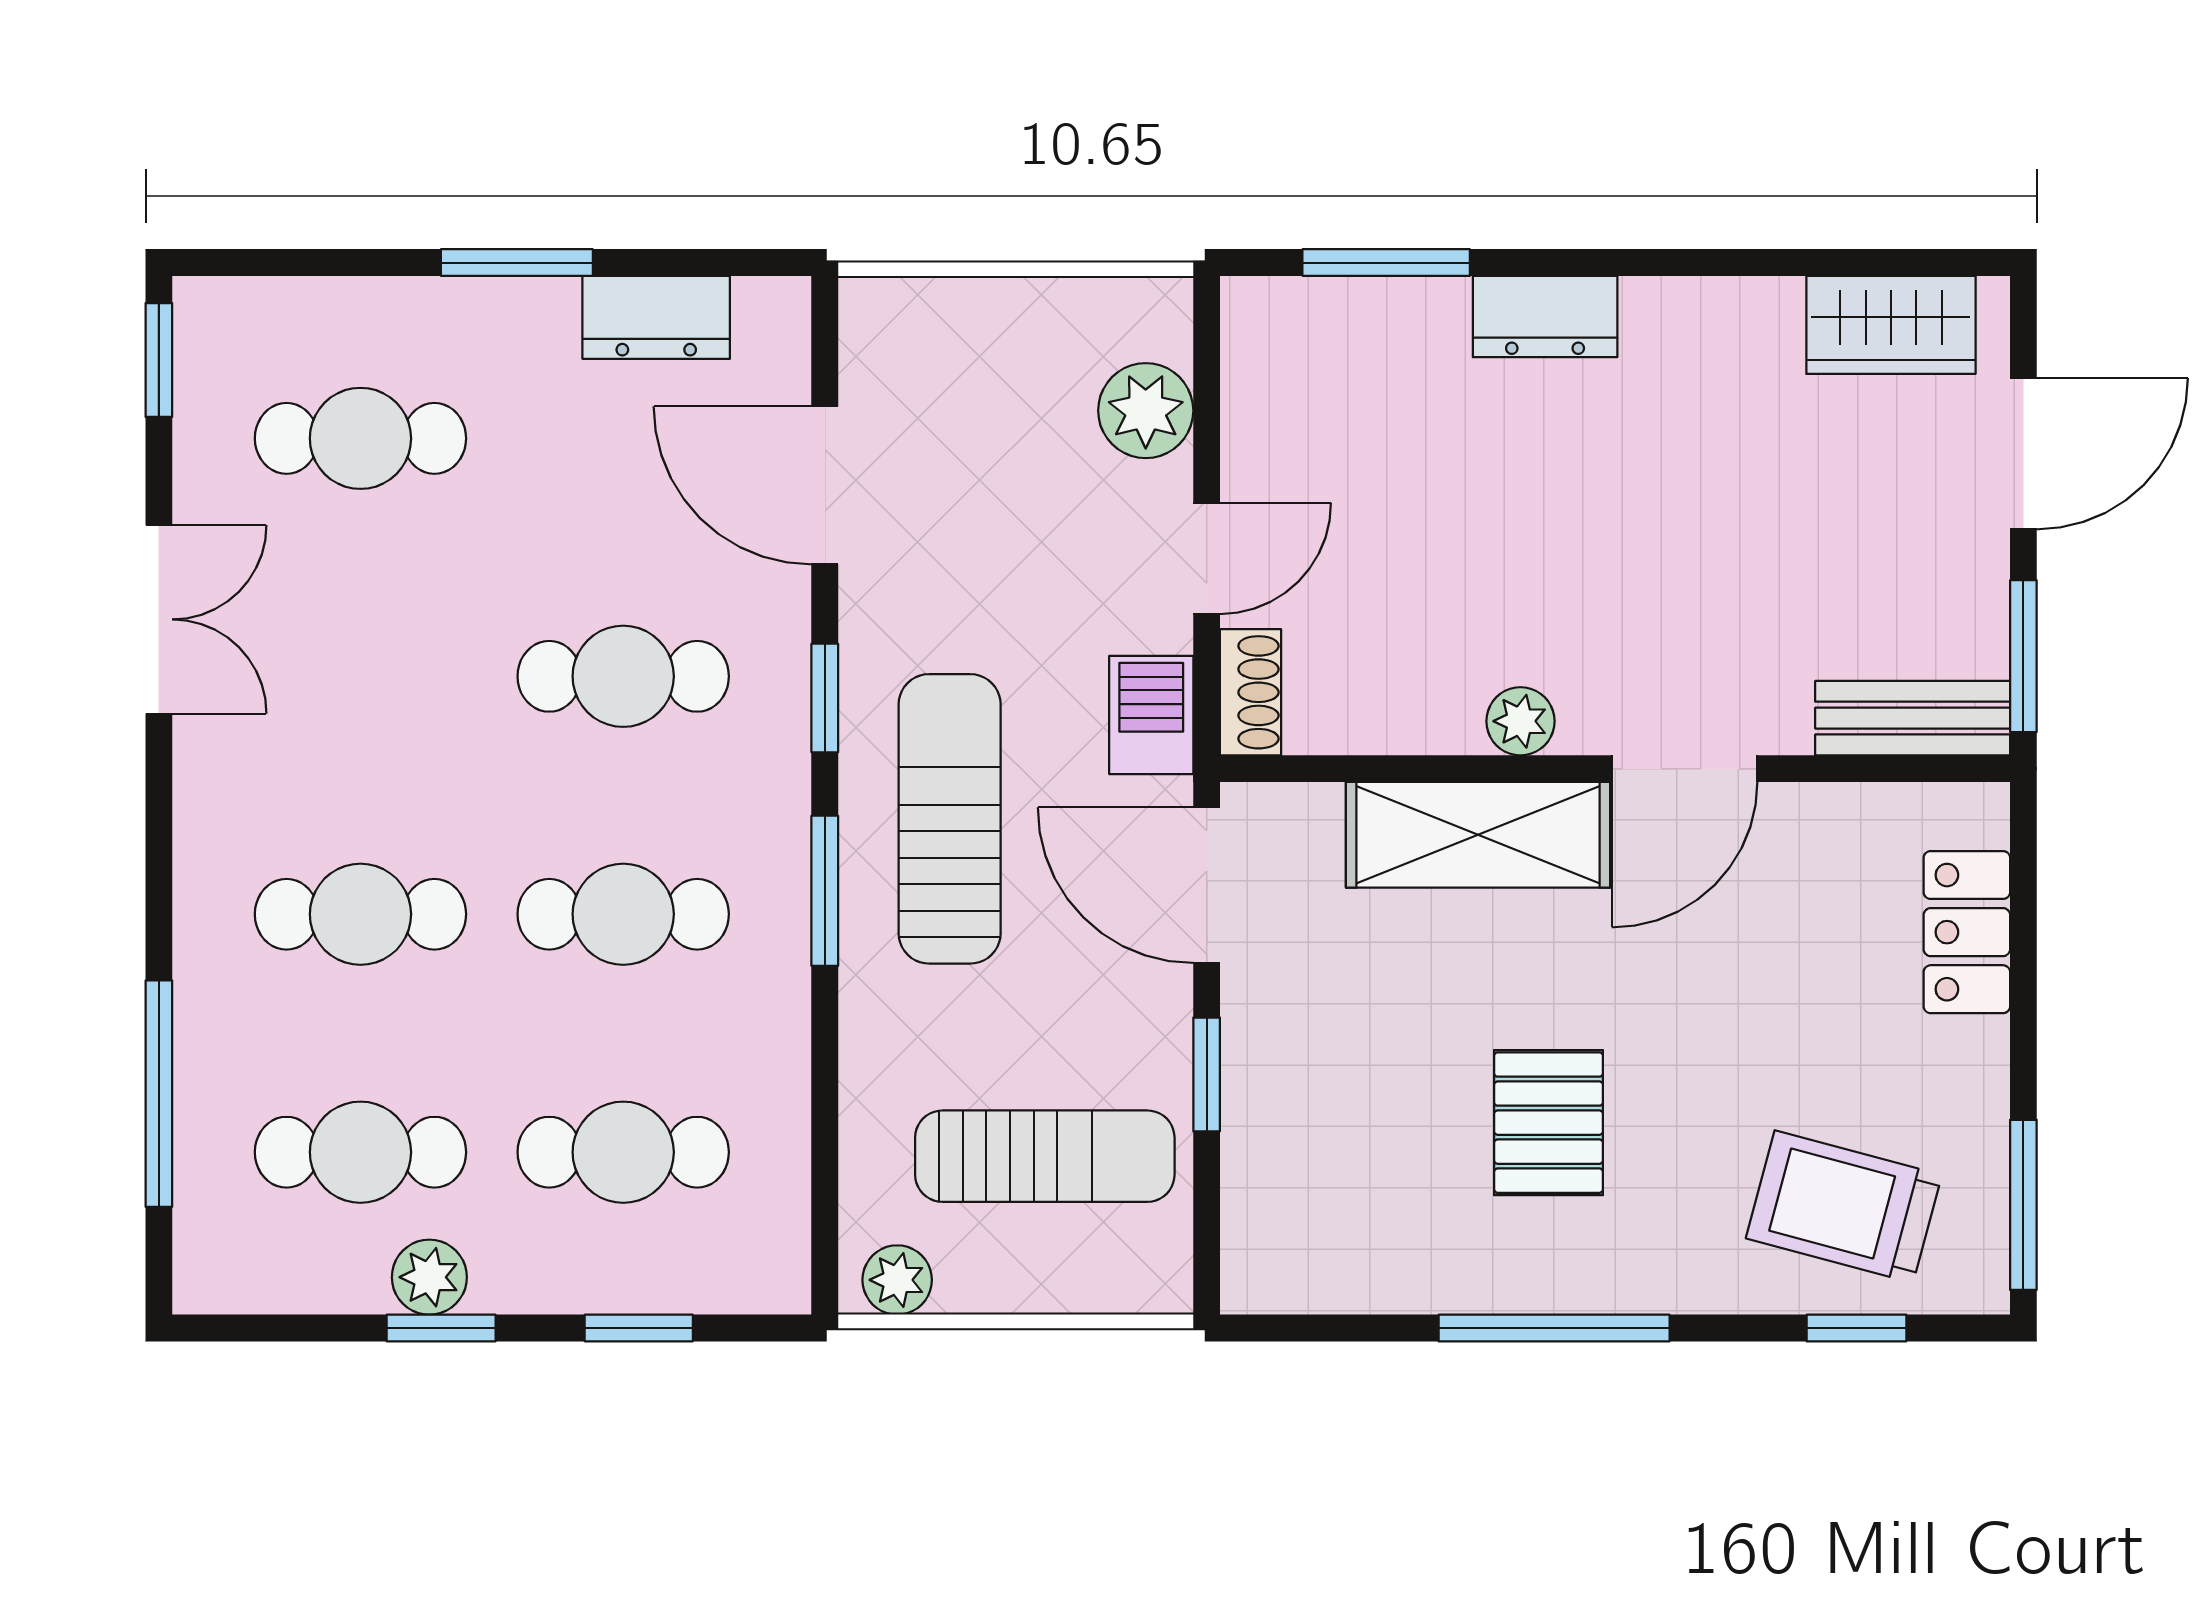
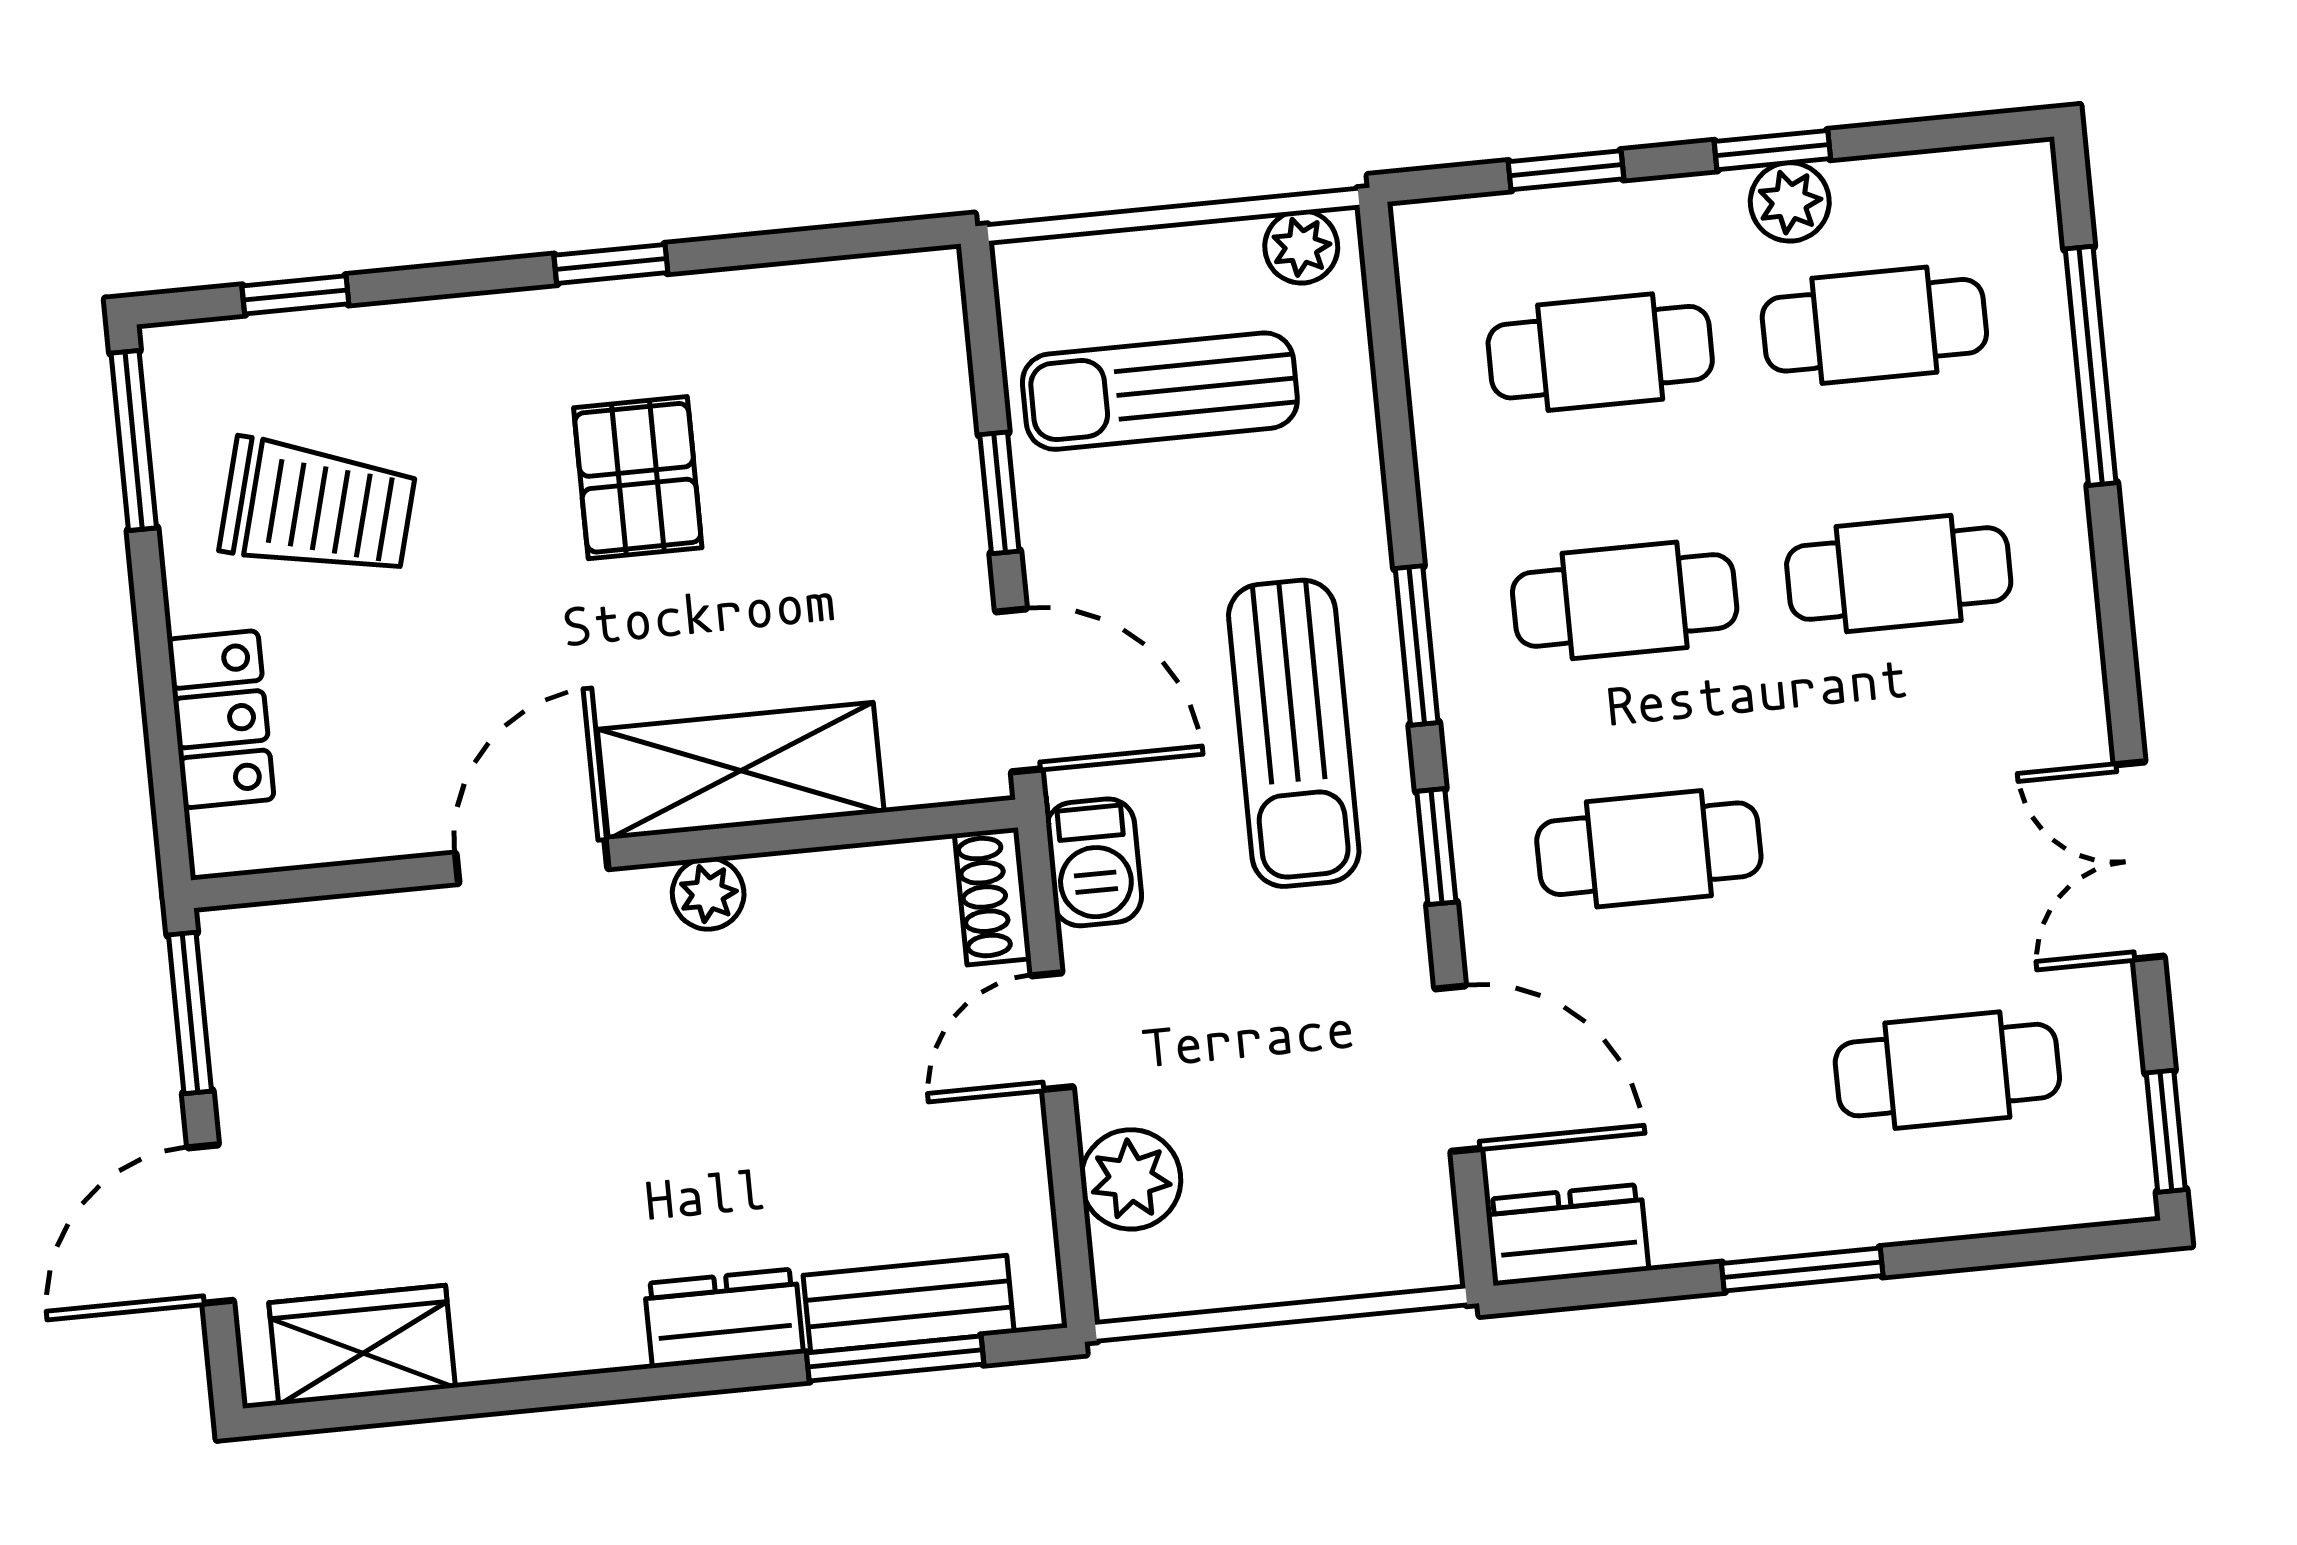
dresser: (656, 317) -> (1568, 1235), moved
bench: (1913, 718) -> (909, 1304), moved
trolley: (1844, 1207) -> (318, 508), moved
window: (1554, 1328) -> (611, 264), width x0.46

